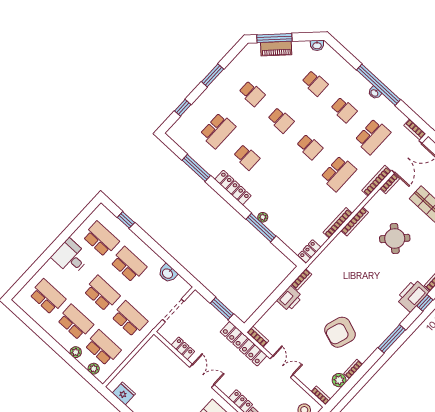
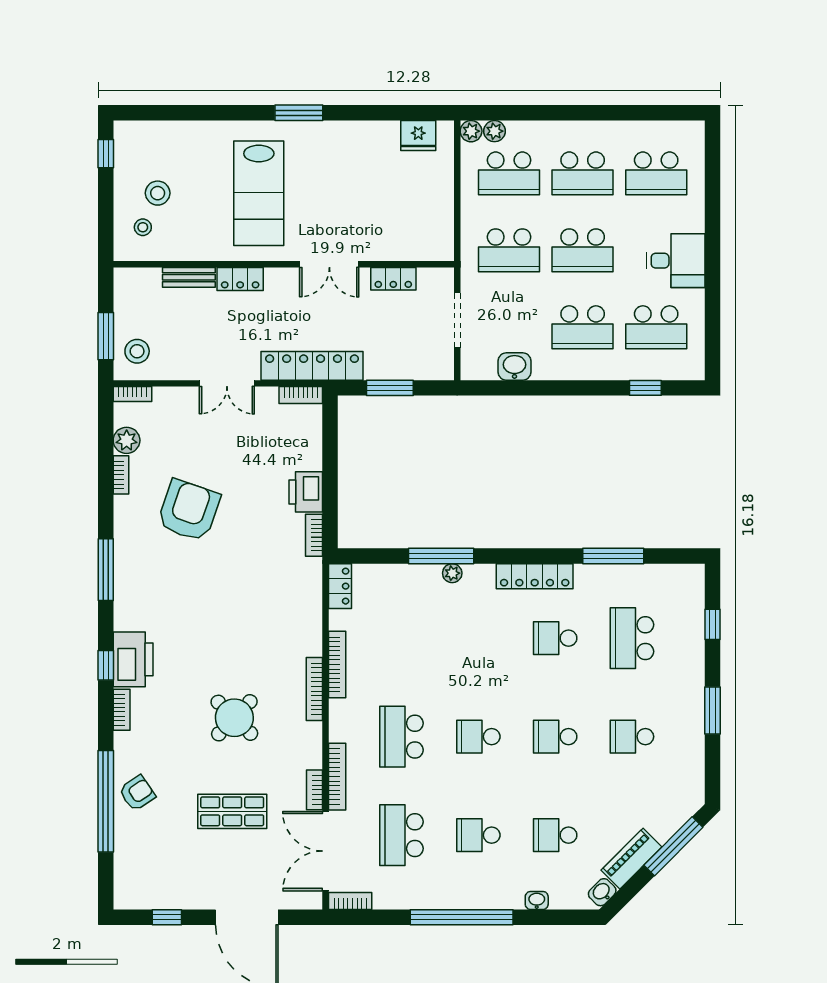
piano: (276, 49) -> (631, 859), moved
washbasin: (375, 93) -> (537, 900), moved
plant: (76, 352) -> (471, 131), moved

